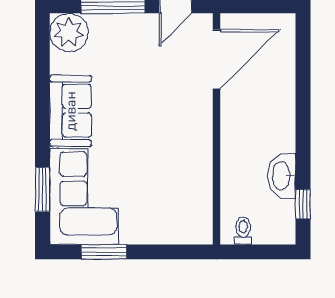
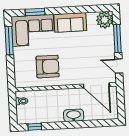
armchair: (168, 168) -> (48, 67), added
washbasin: (282, 176) -> (74, 115), moved
window: (104, 252) -> (9, 40), width x1.44

